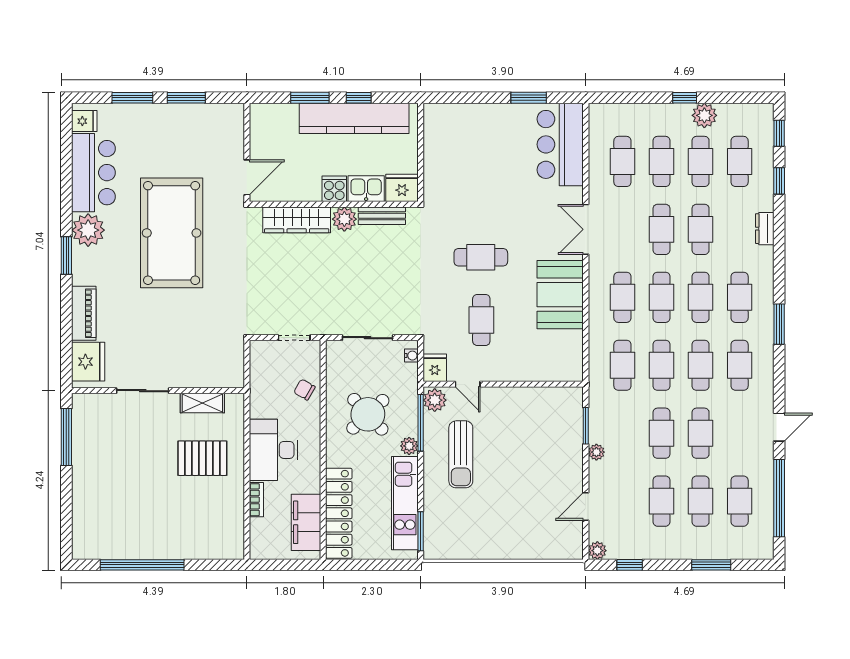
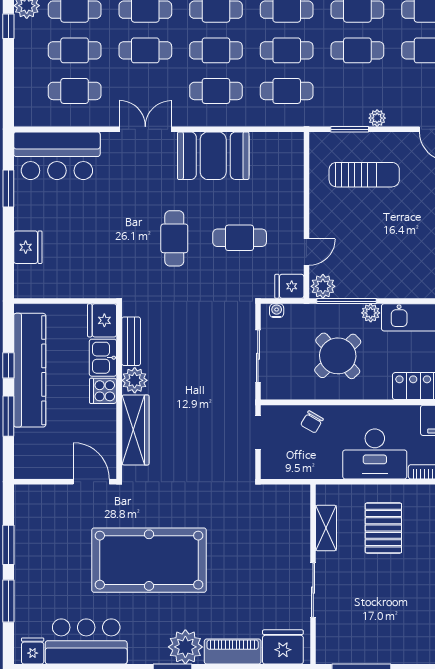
fridge: (472, 117) -> (28, 247), added
double door: (586, 229) -> (145, 129), swing flipped
plant: (88, 230) -> (185, 647), moved
sun lounger: (461, 454) -> (364, 175), moved

